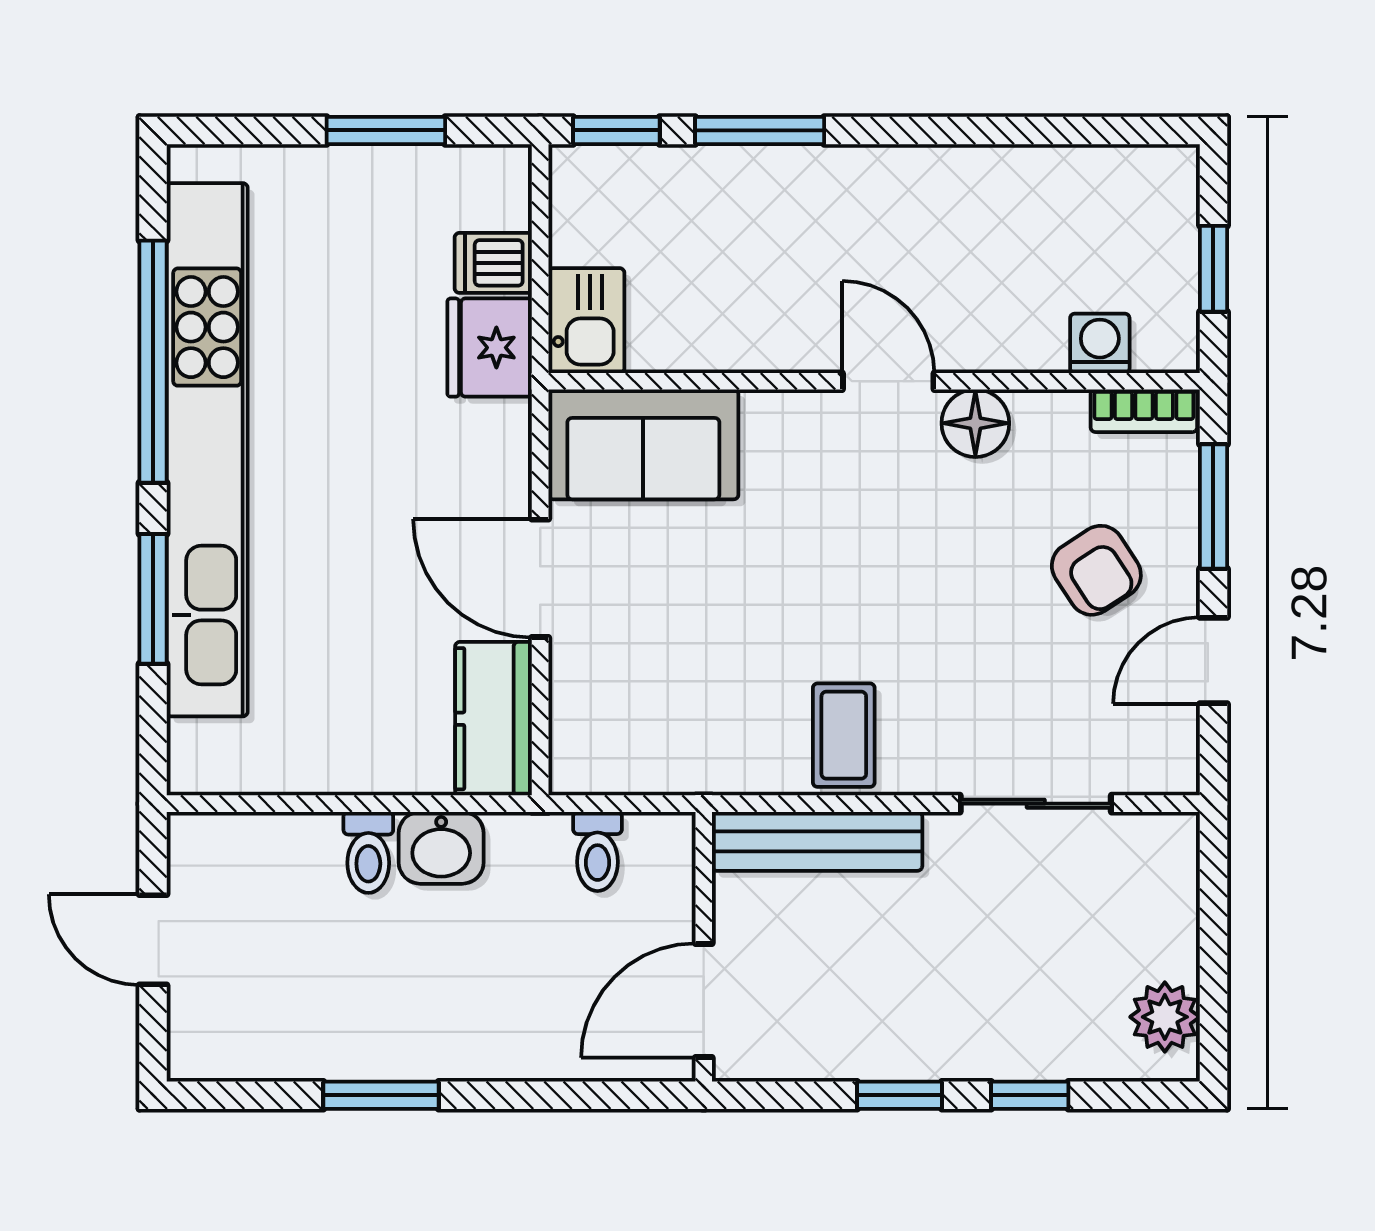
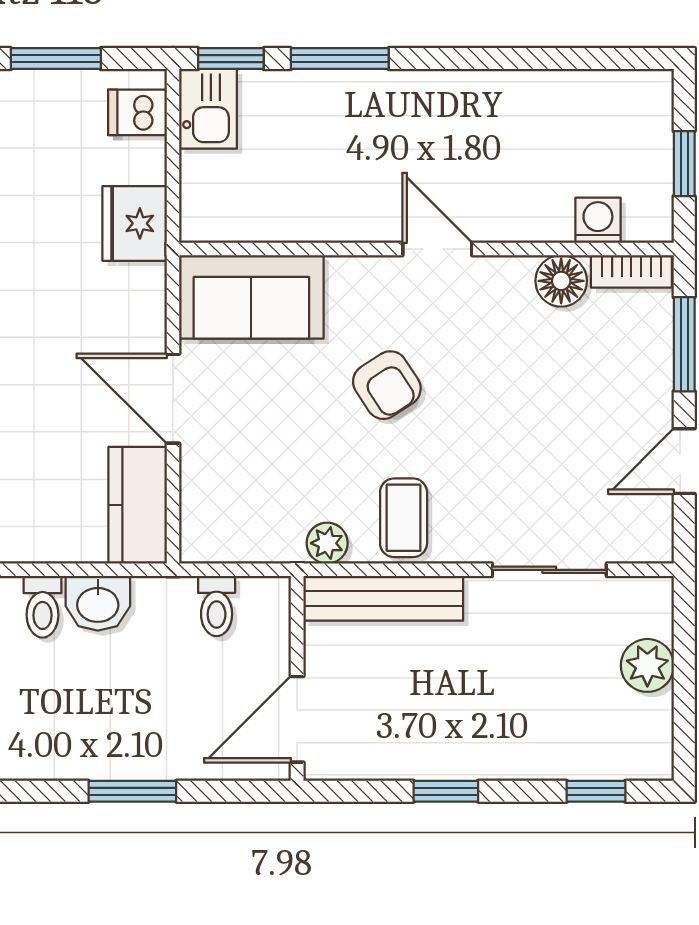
dishwasher: (493, 263) -> (137, 112), moved
kitchen sink: (586, 321) -> (208, 109), moved
floor lamp: (975, 423) -> (561, 281), moved
armchair: (1096, 570) -> (387, 385), moved
plant: (743, 768) -> (327, 543), added
plant: (1165, 1017) -> (647, 665), moved
window: (381, 1095) -> (132, 791), moved
window: (1030, 1095) -> (596, 791), moved

